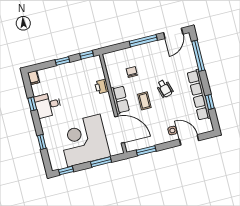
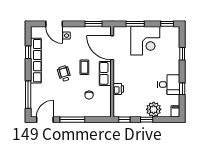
plant: (58, 74) -> (154, 109), added
corner desk: (84, 141) -> (145, 41), width x0.74, depth x0.74

